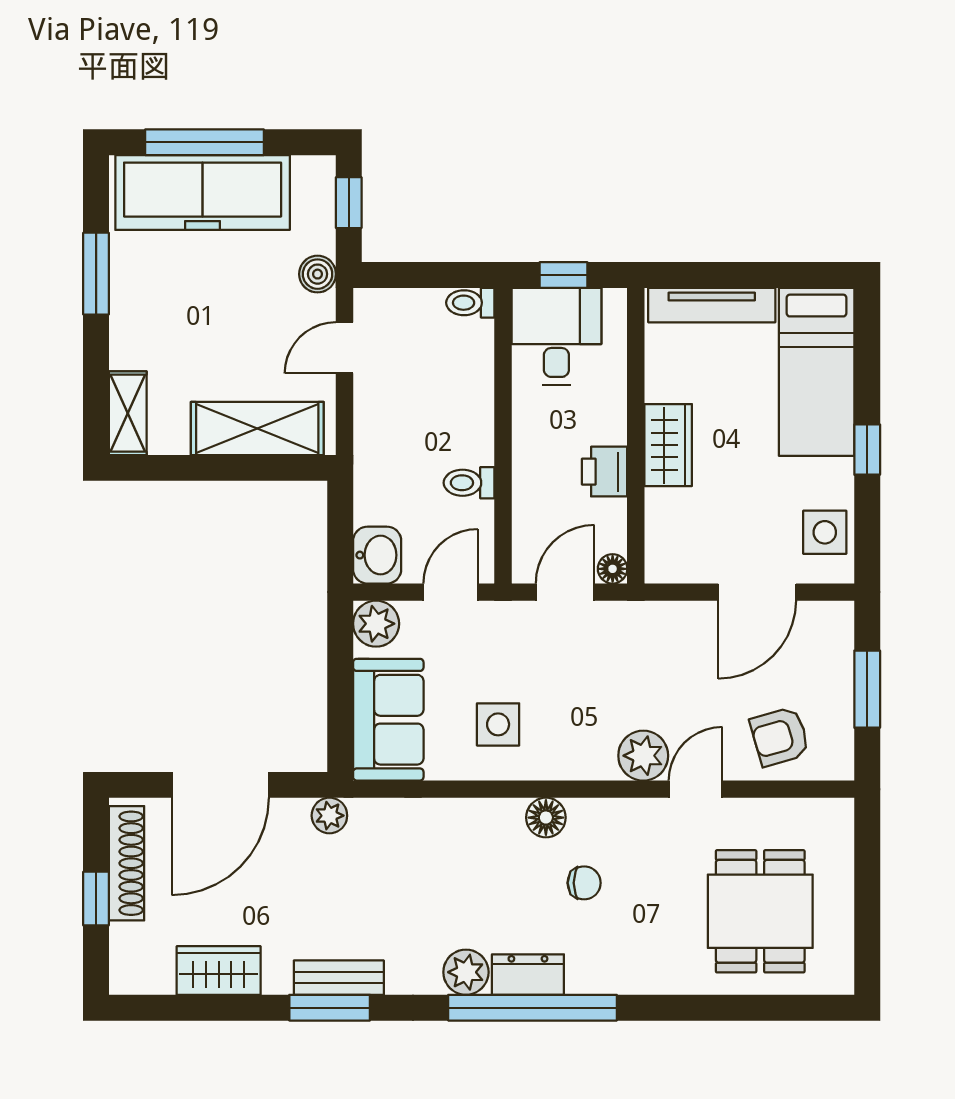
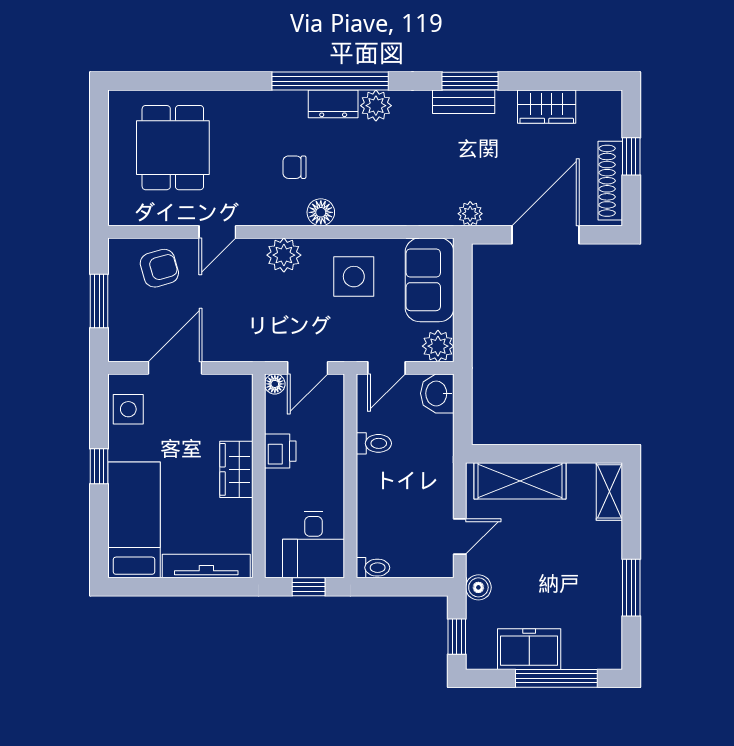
freezer: (203, 193) -> (529, 649), width x0.52, depth x0.79
side table: (498, 724) -> (354, 277), width x1.37, depth x1.37
plant: (643, 756) -> (284, 255), moved

